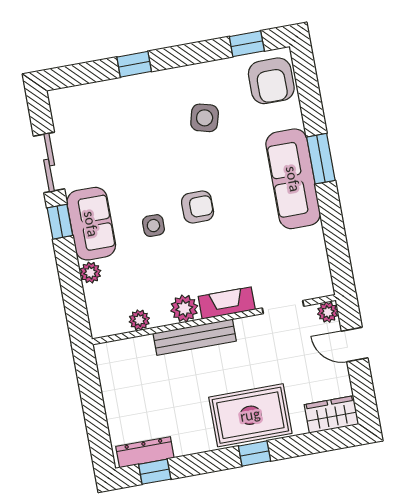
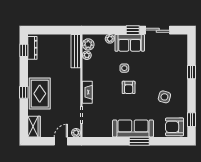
plant: (184, 308) -> (88, 44), moved
bench: (195, 337) -> (76, 51), moved

